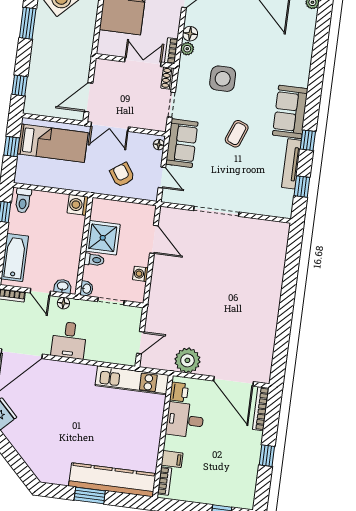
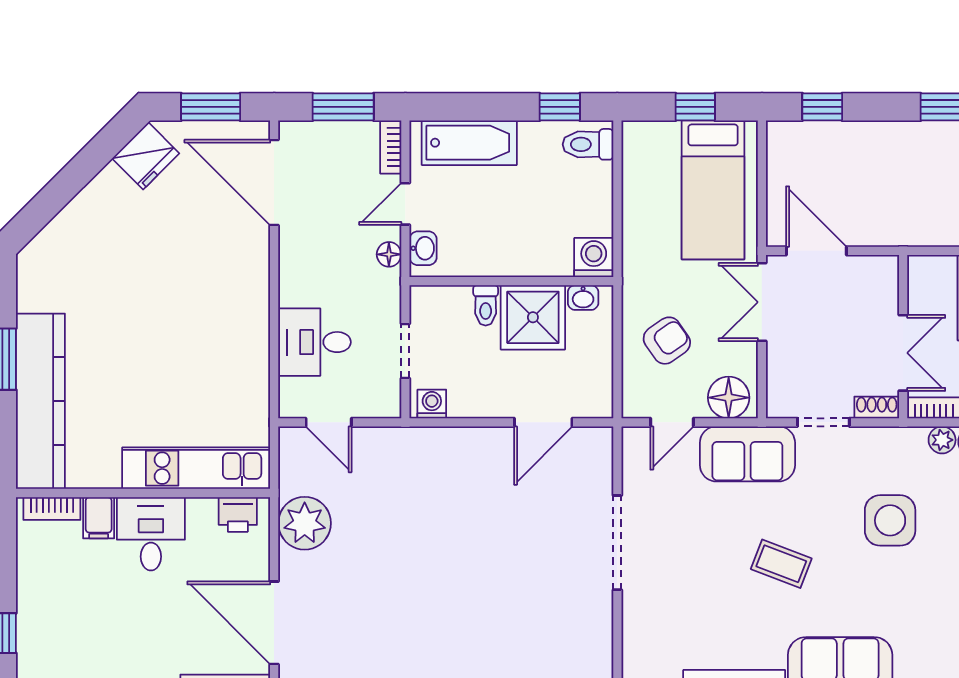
floor lamp: (159, 145) -> (729, 398), width x1.89, depth x1.89
washing machine: (140, 274) -> (432, 404), moved
washbasin: (86, 289) -> (583, 298), moved
desk: (69, 340) -> (315, 342), moved
kitchen unit: (132, 380) -> (196, 468), moved, turned 90
door: (233, 381) -> (274, 623), hinge flipped
desk: (185, 420) -> (151, 534), moved

